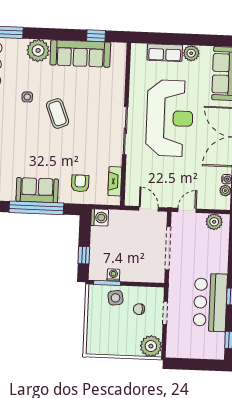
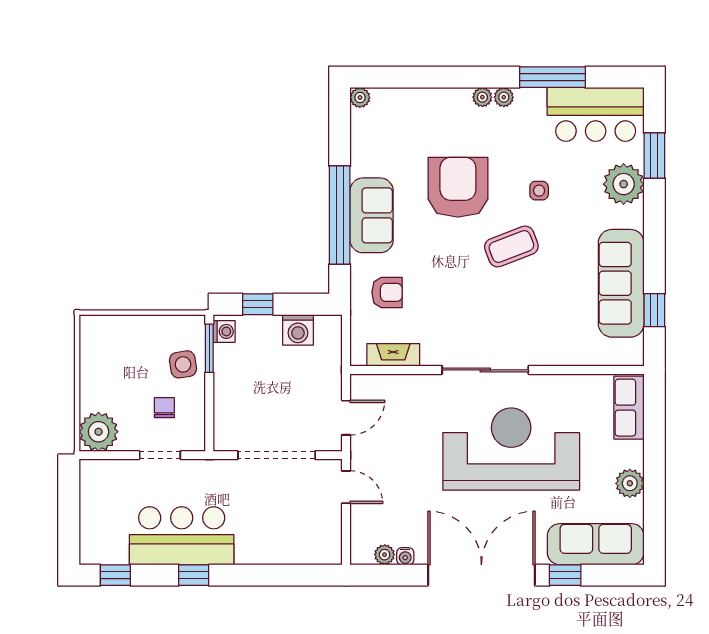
plant: (38, 50) -> (624, 184), moved
row of seats: (165, 53) -> (629, 408), moved
reception desk: (170, 118) -> (511, 449), turned 180
armchair: (24, 142) -> (458, 187), added
washing machine: (100, 217) -> (298, 330), moved
plant: (214, 222) -> (327, 537), removed
washing machine: (113, 275) -> (224, 331), moved

